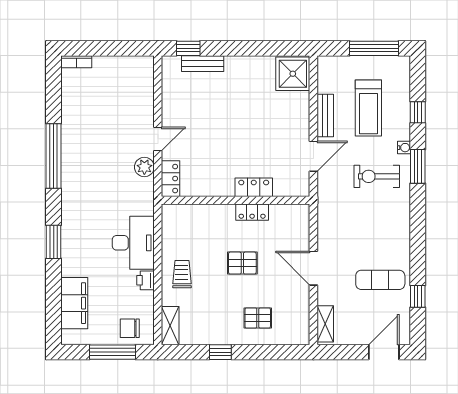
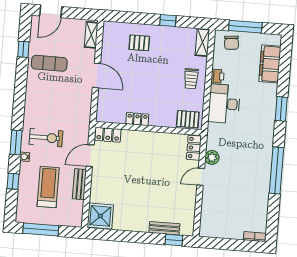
locker: (254, 187) -> (108, 135), moved
pallet: (242, 263) -> (188, 119), moved
chair: (130, 328) -> (231, 43), turned 85

